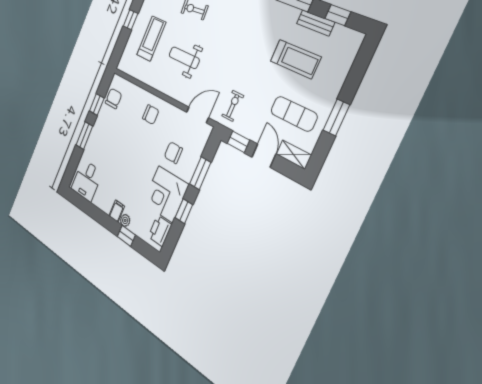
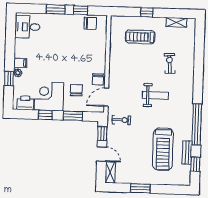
treadmill: (151, 39) -> (140, 37), turned 180
weight bench: (184, 58) -> (155, 95), moved, turned 90
treadmill: (295, 59) -> (163, 149), width x1.37, depth x1.38
exercise mat: (294, 114) -> (132, 162), removed
chair: (151, 115) -> (98, 79), moved
door: (198, 115) -> (106, 97), swing flipped
door: (264, 156) -> (102, 154), hinge flipped

